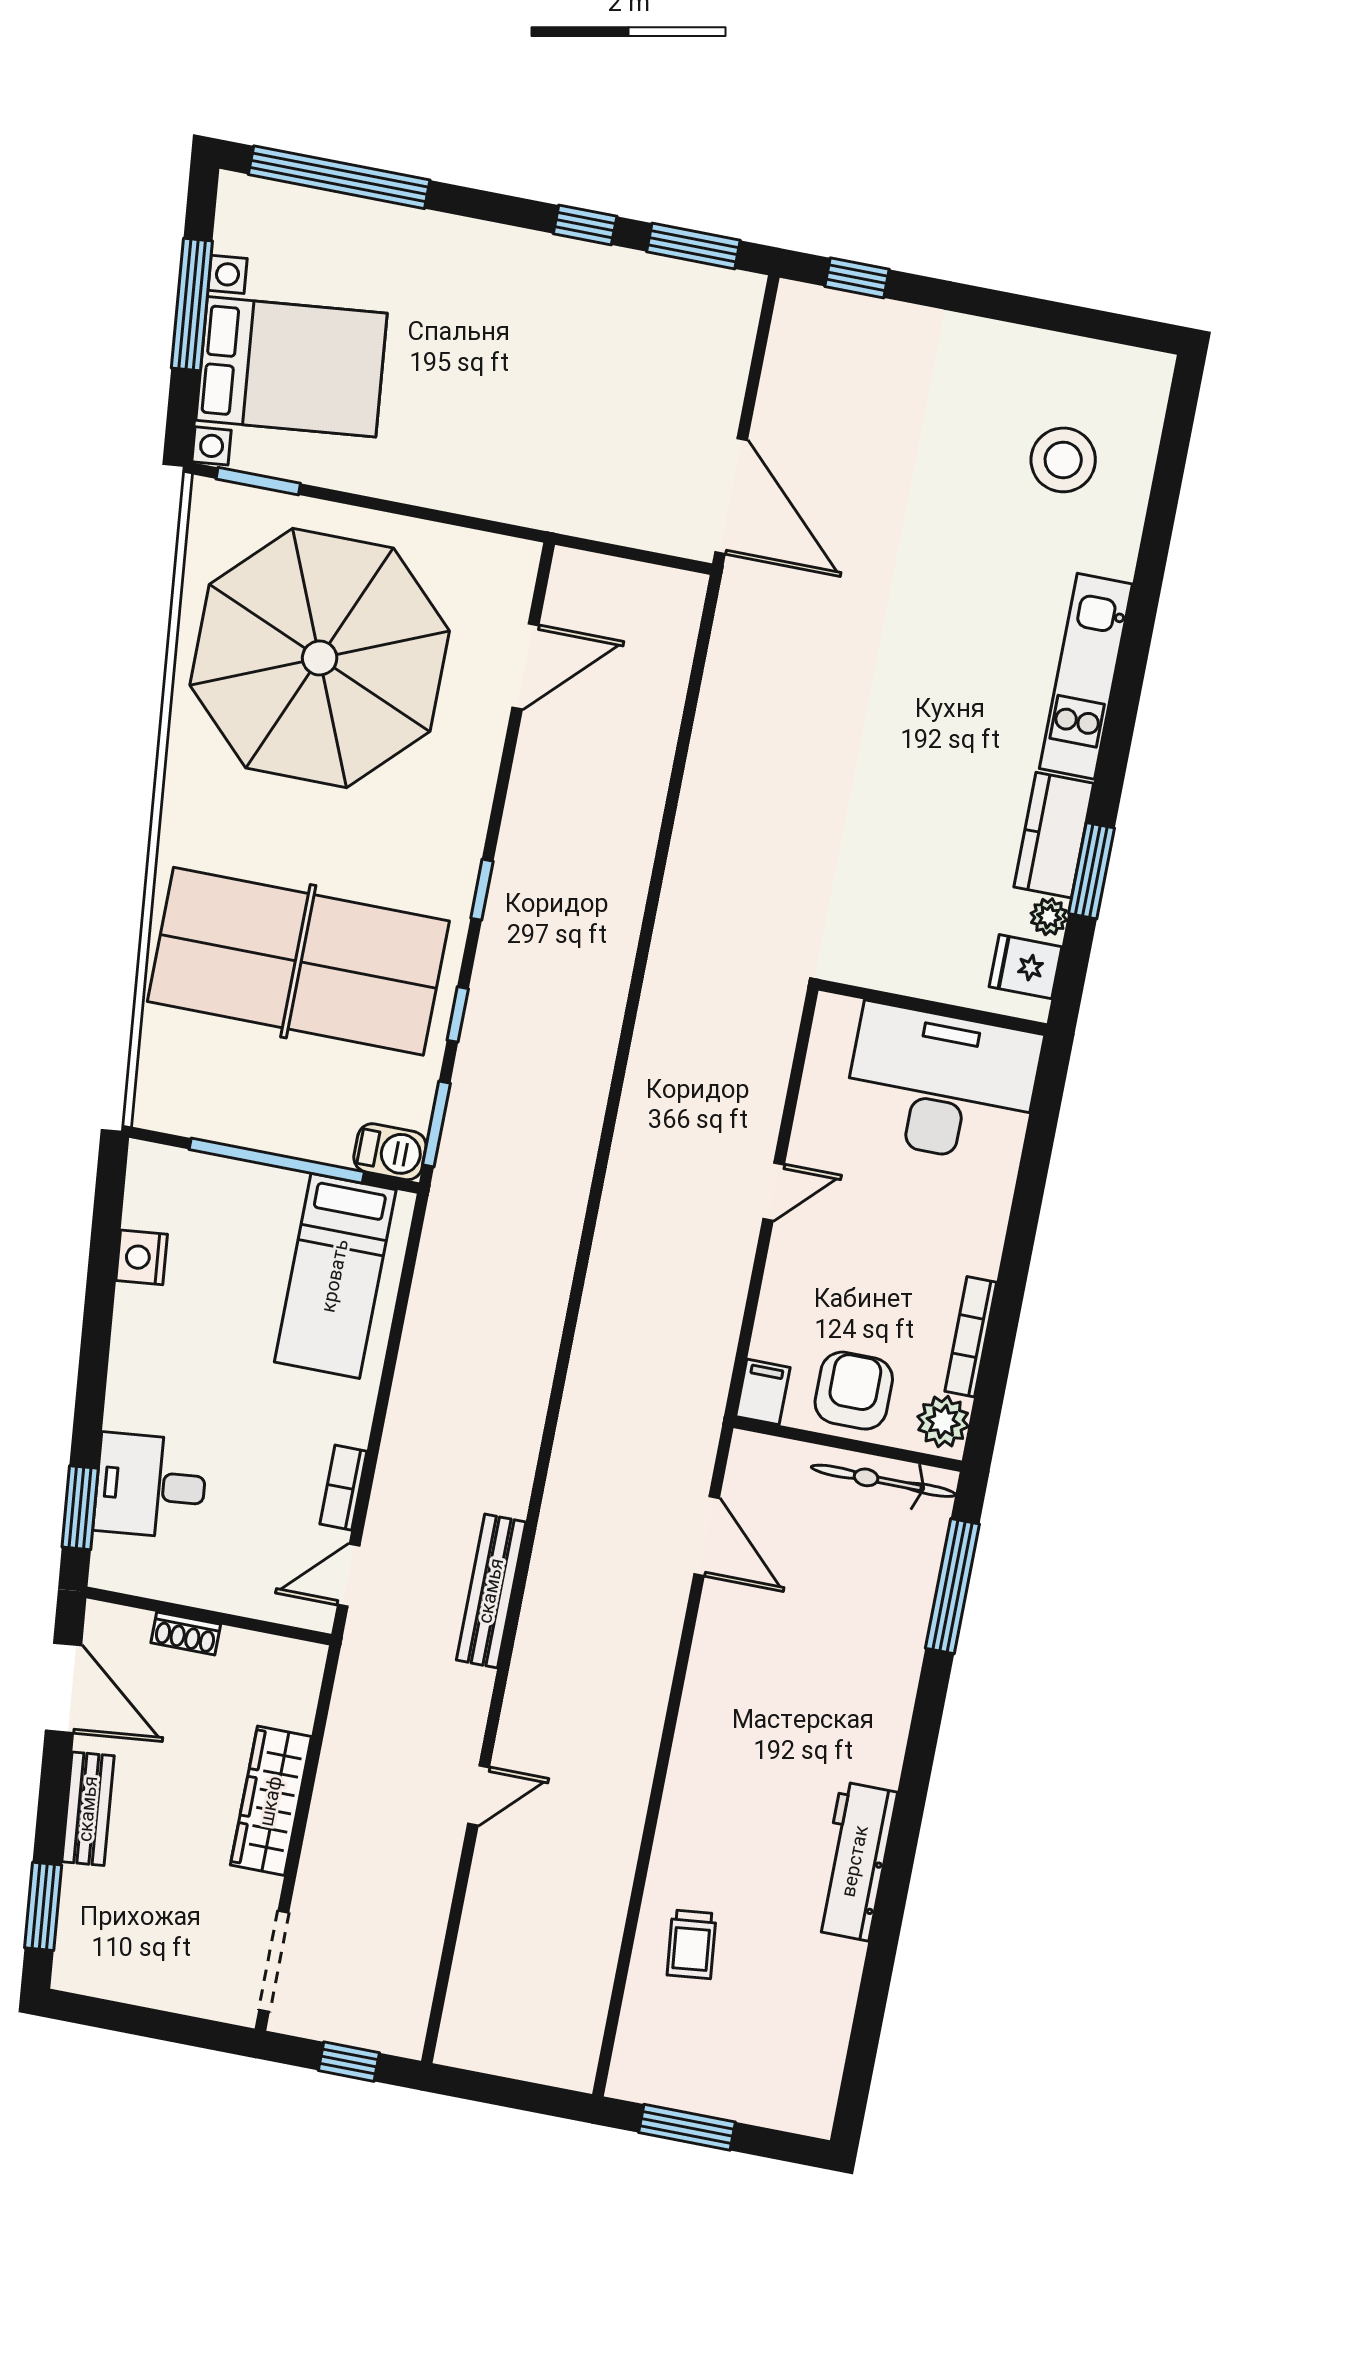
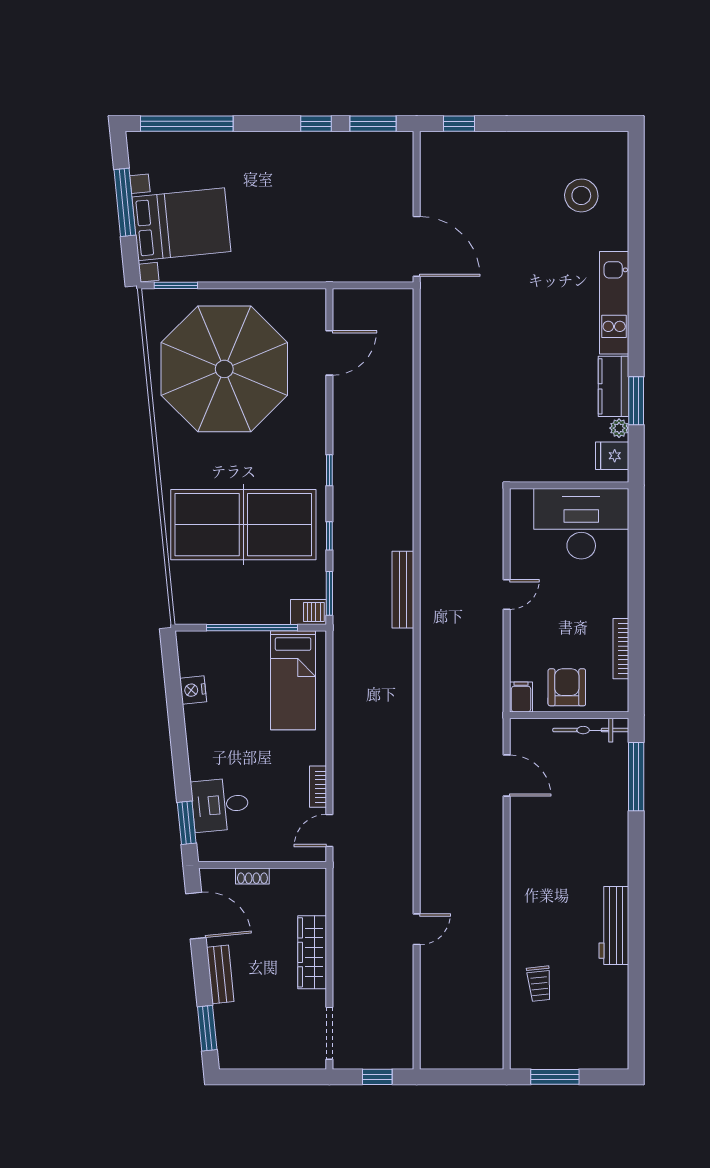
plant: (943, 1421) -> (615, 694), removed
bench: (491, 1591) -> (403, 590), moved

